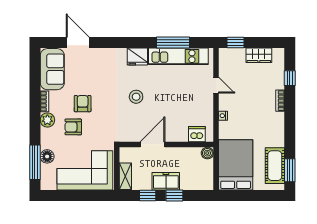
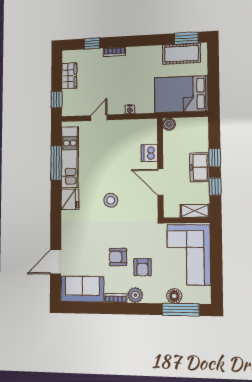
dishwasher: (197, 134) -> (149, 153), moved

